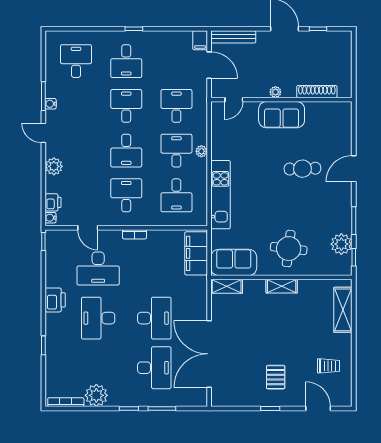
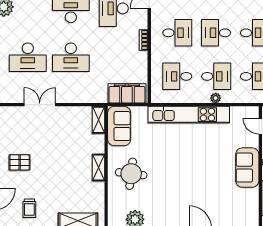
cafe table: (302, 169) -> (201, 186), removed
kitchen unit: (221, 195) -> (189, 115), width x1.36
double door: (209, 354) -> (40, 105), width x0.54

